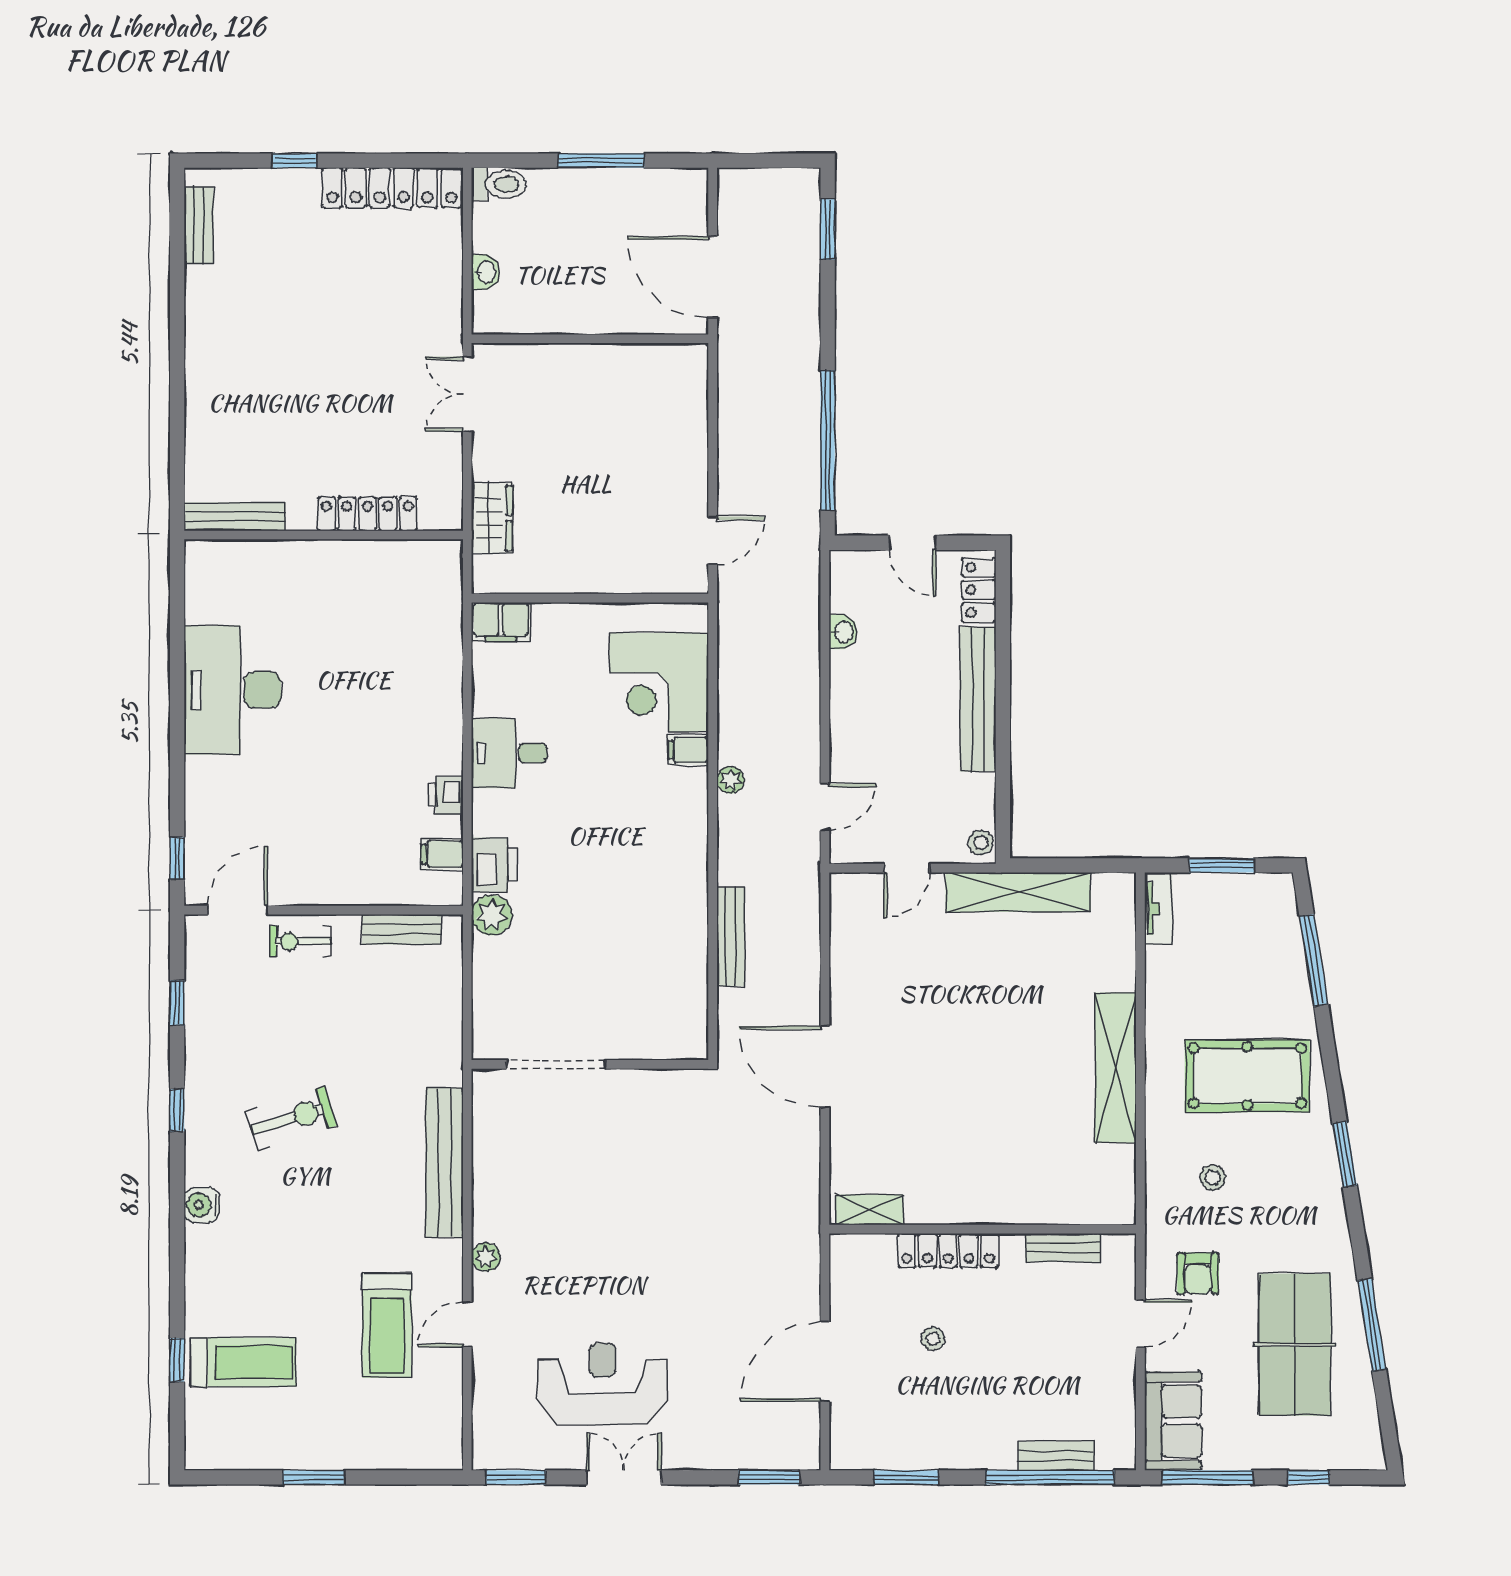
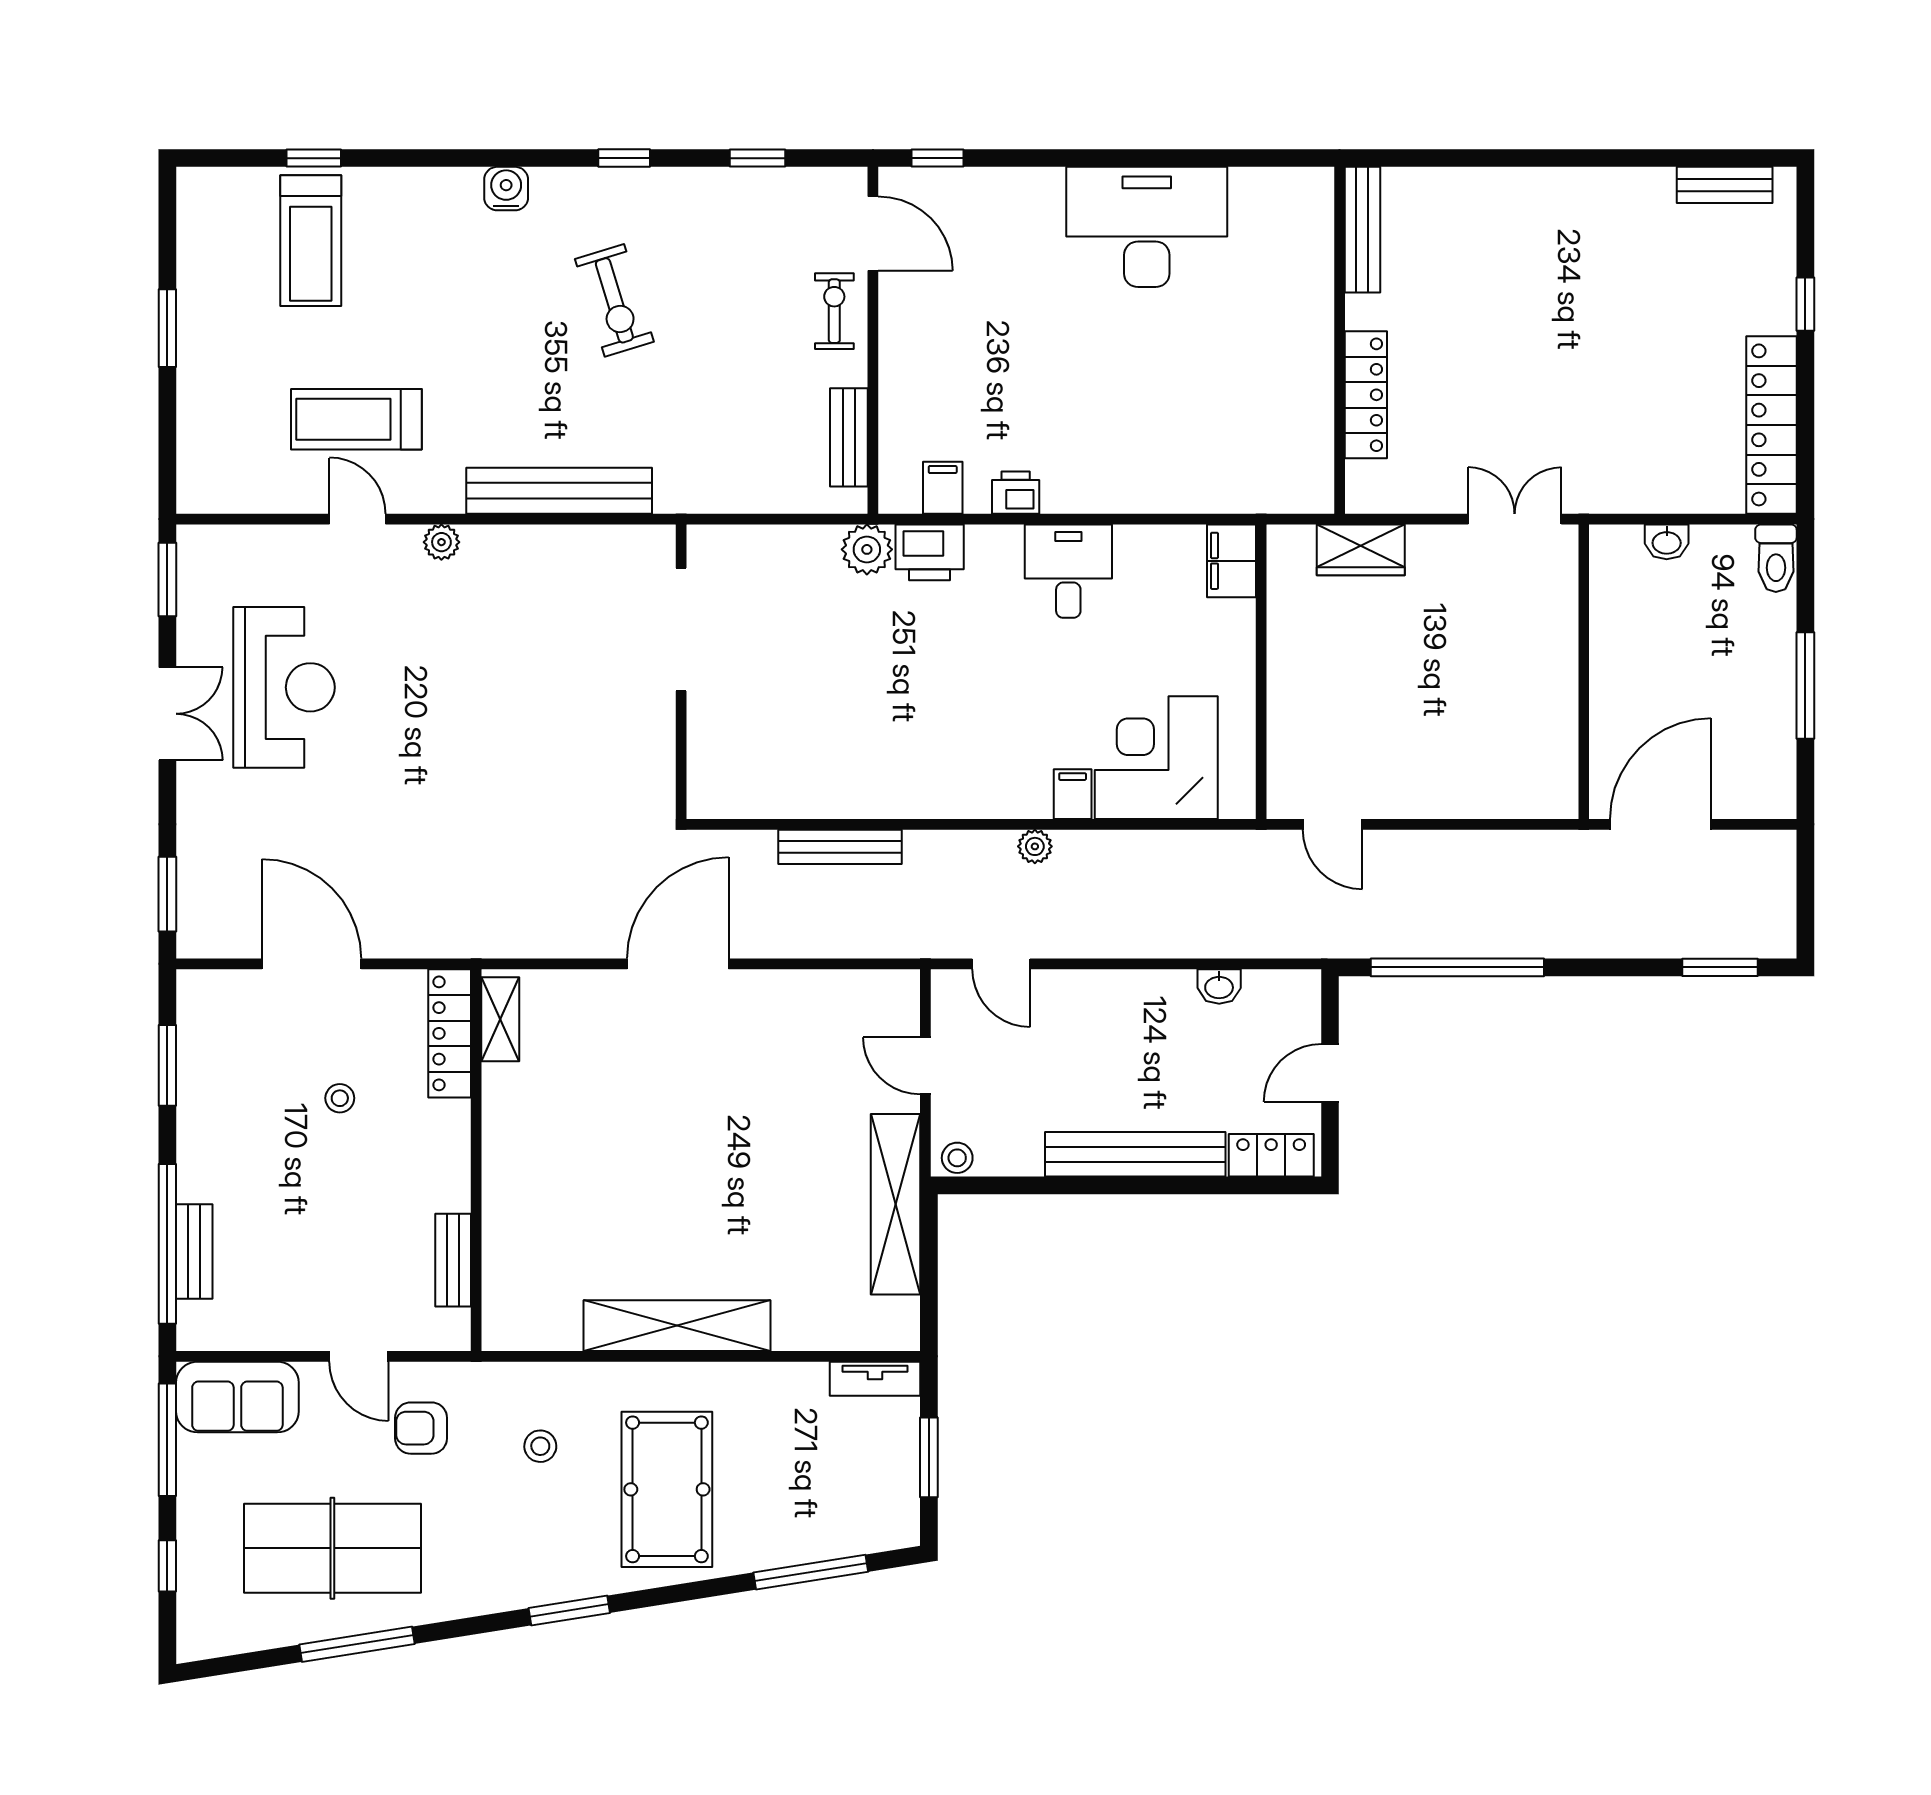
locker: (948, 1250) -> (450, 1033), moved

